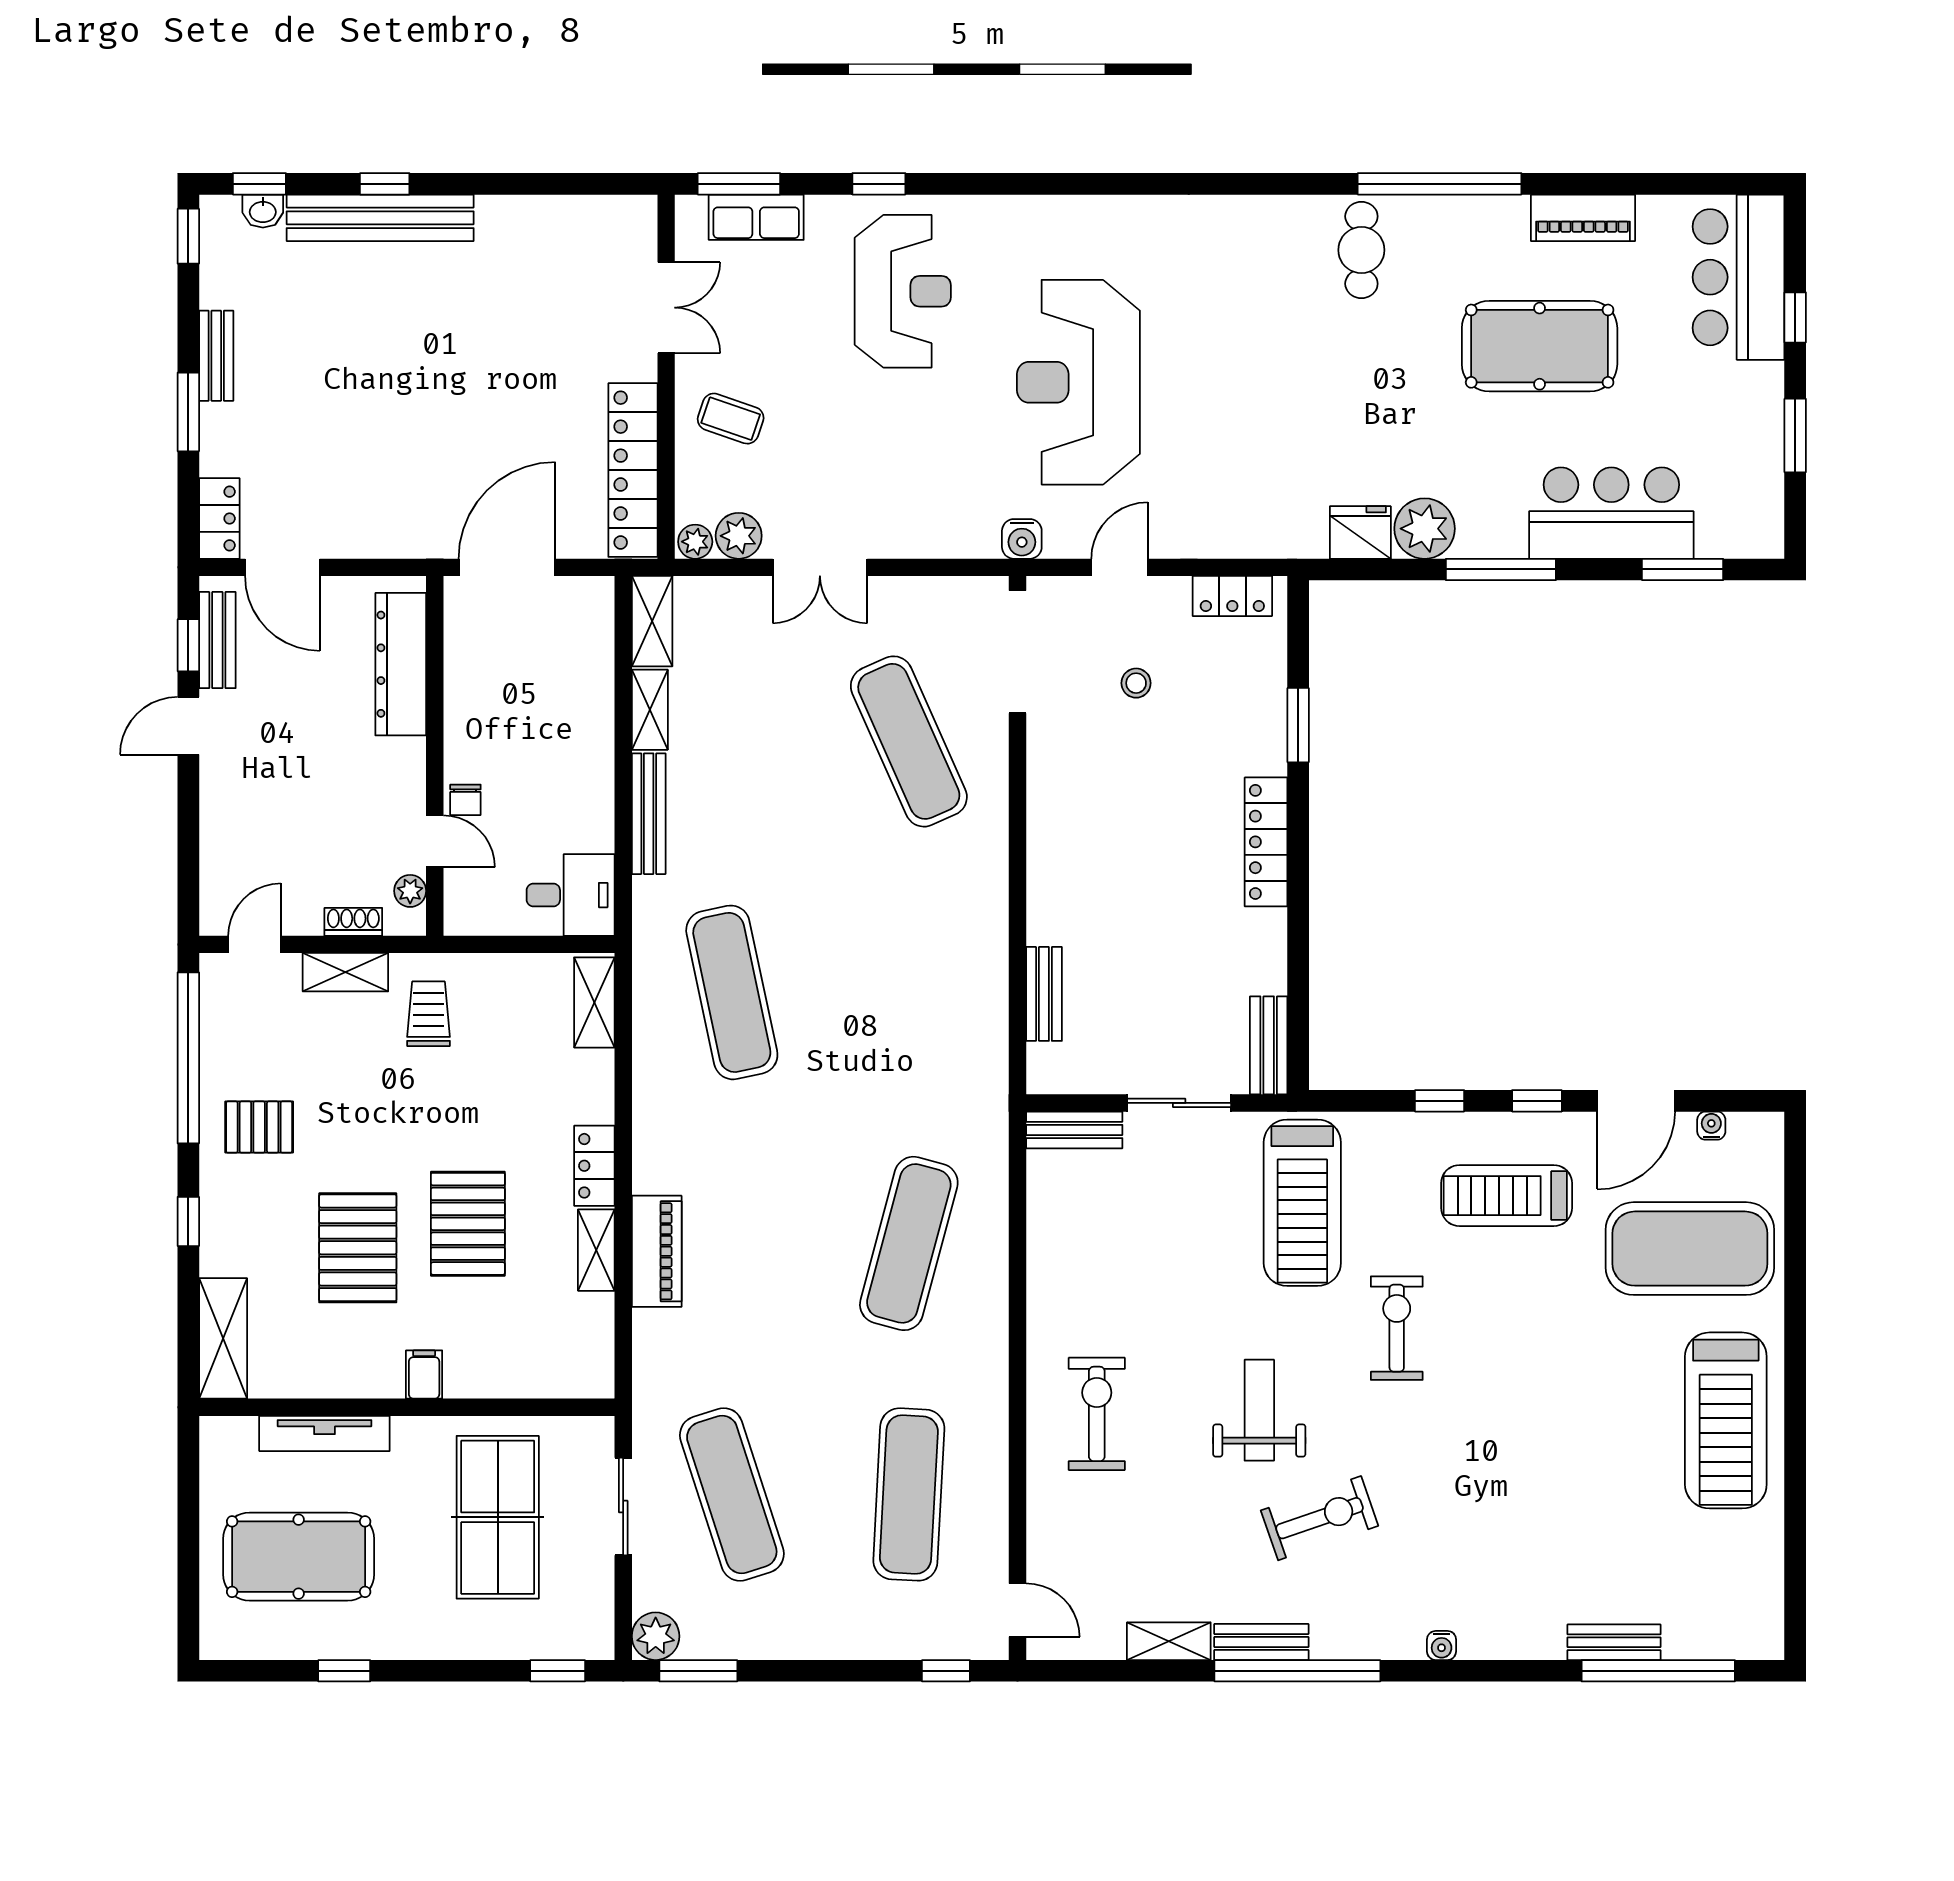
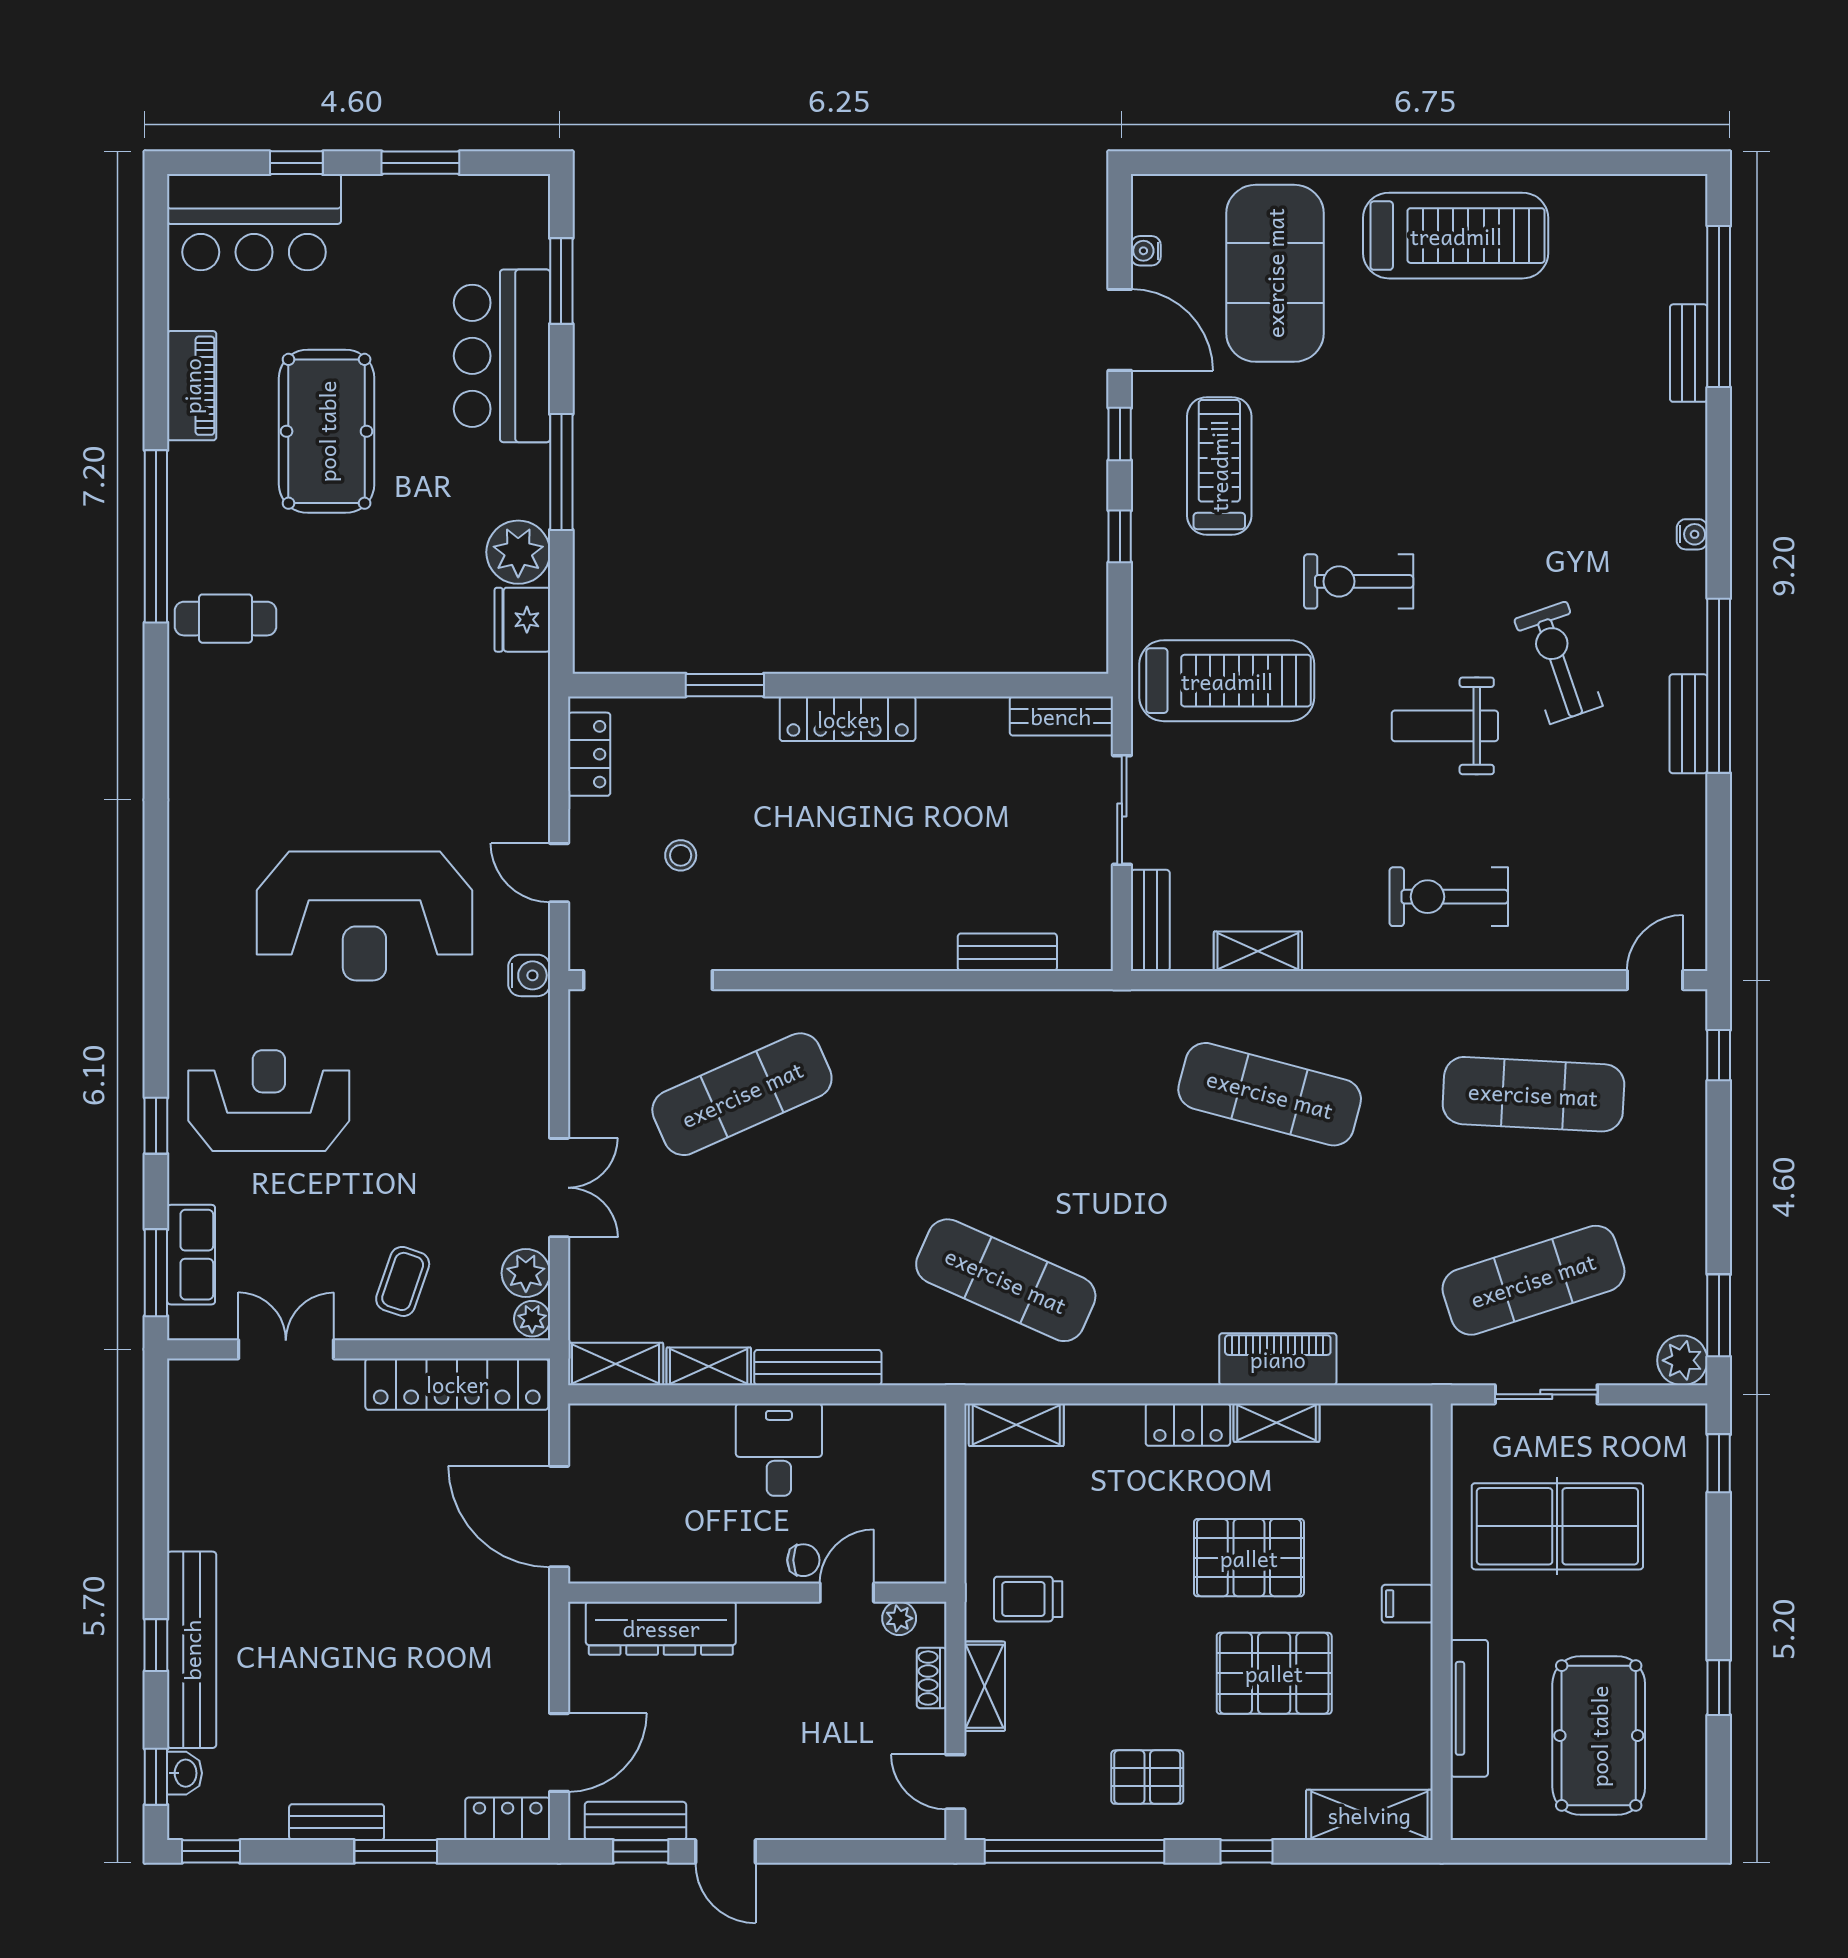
desk: (571, 895) -> (779, 1450), moved
exercise mat: (732, 992) -> (1006, 1280), turned 36
pallet: (259, 1127) -> (1147, 1777), turned 90
treadmill: (1507, 1196) -> (1219, 466), turned 180
shelving: (1169, 1641) -> (1258, 951), moved, turned 90

